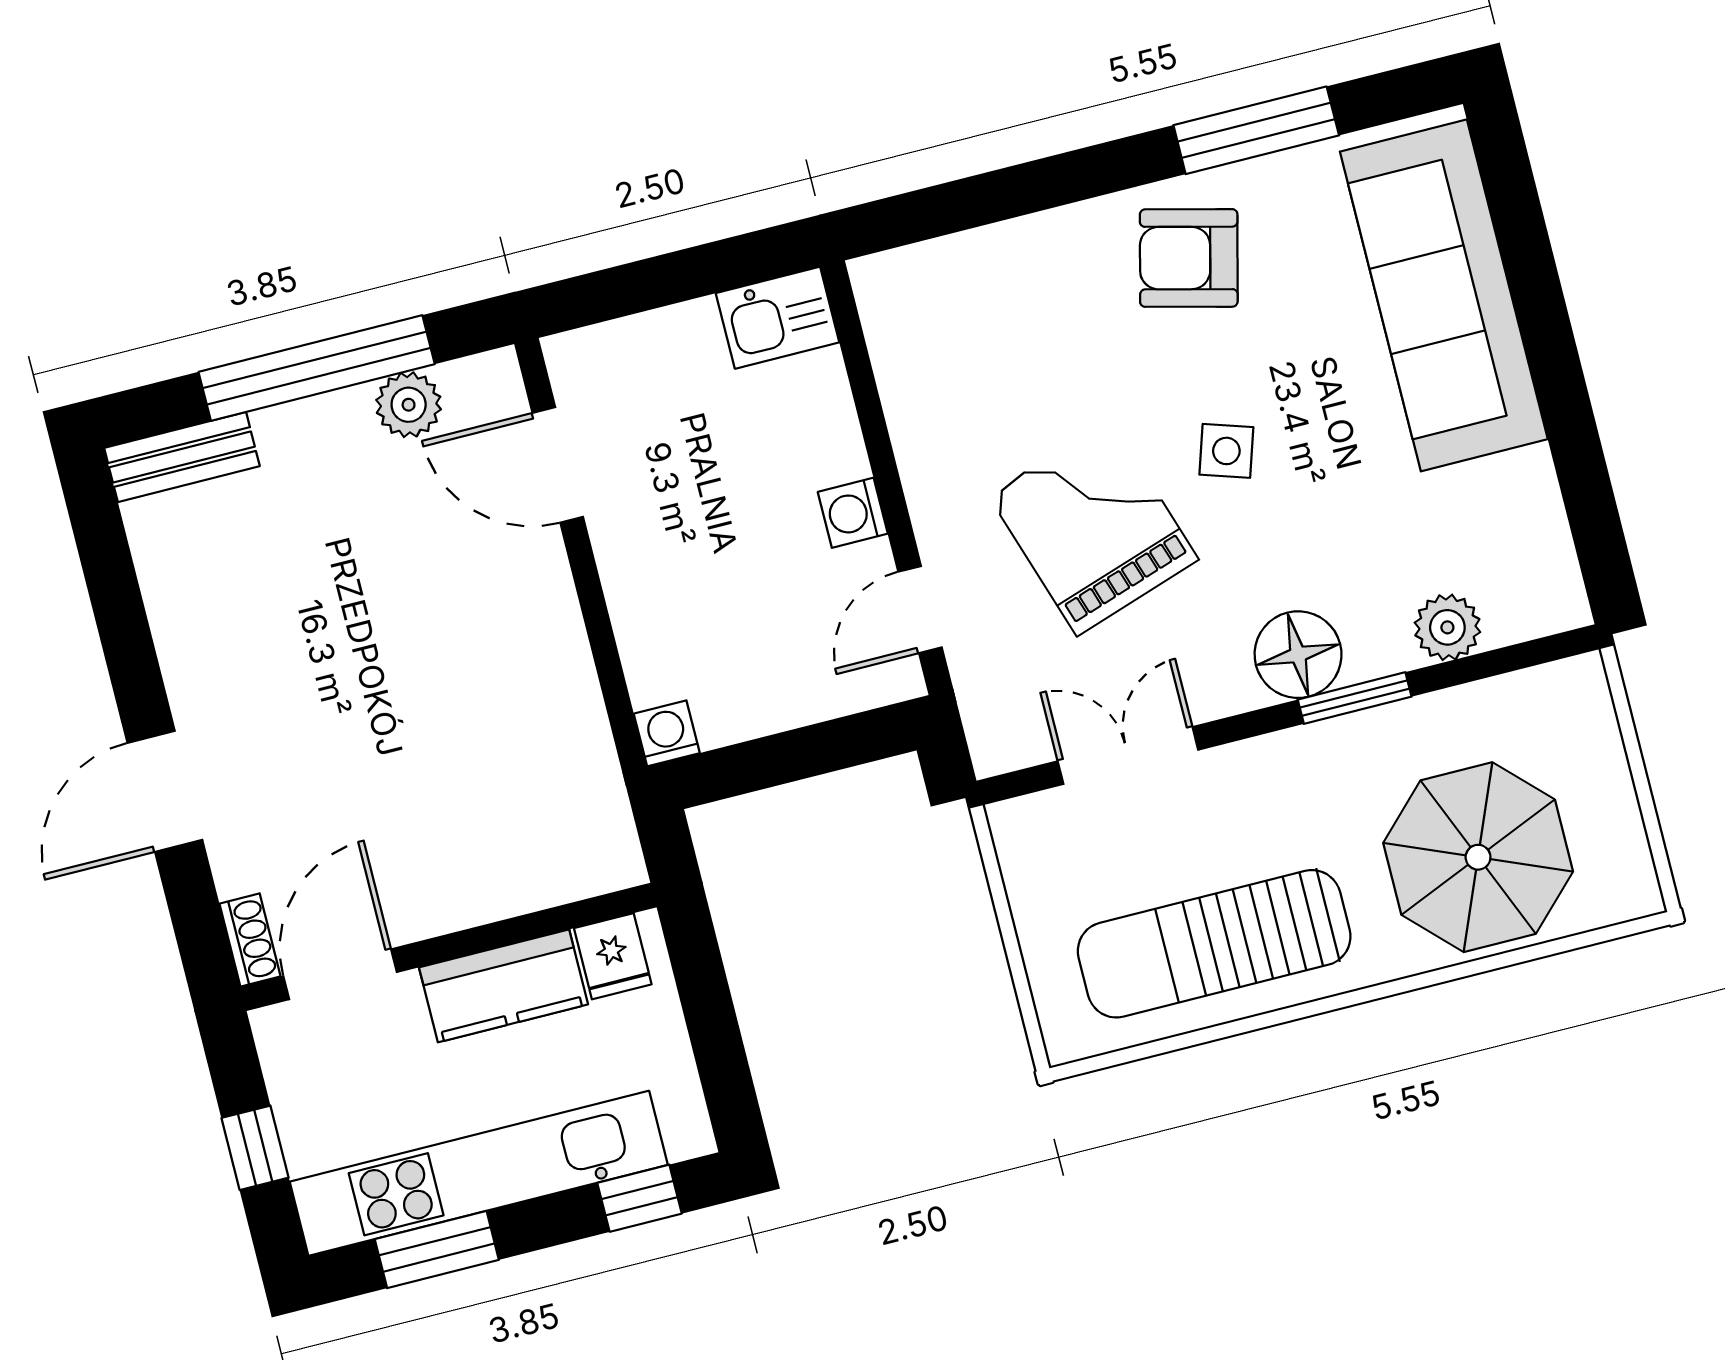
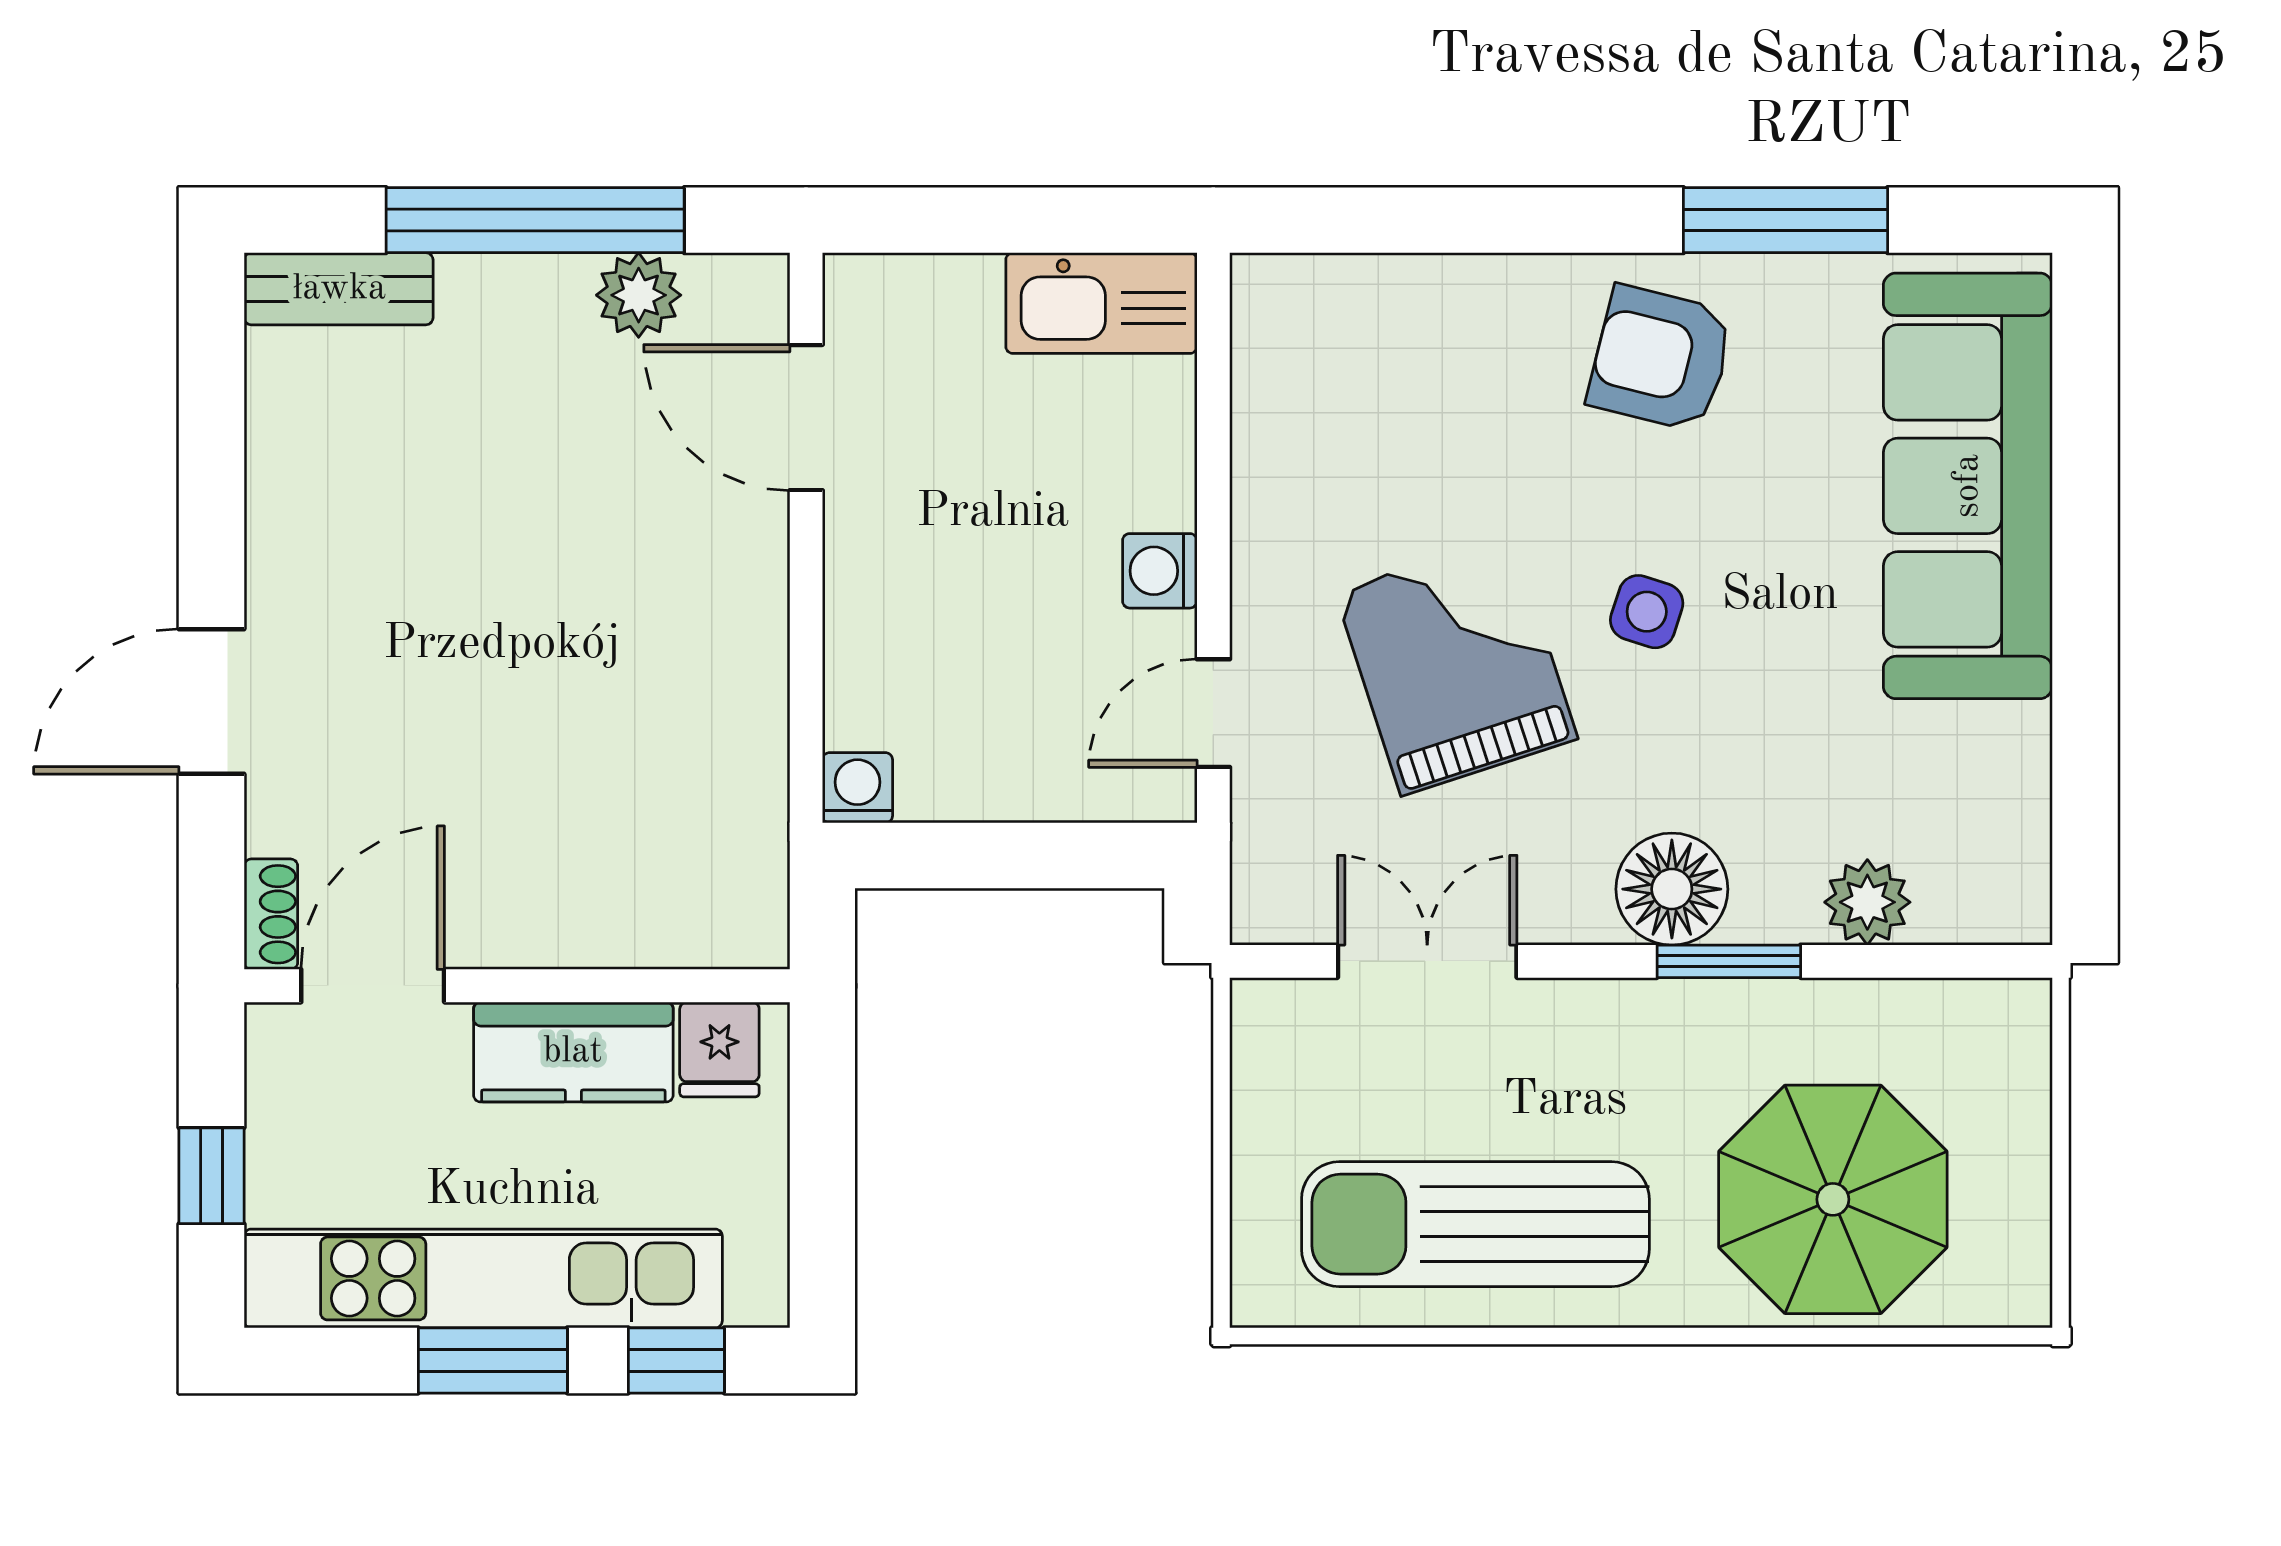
kitchen sink: (778, 318) -> (1101, 303), width x1.38
window: (437, 1249) -> (493, 1360), moved

